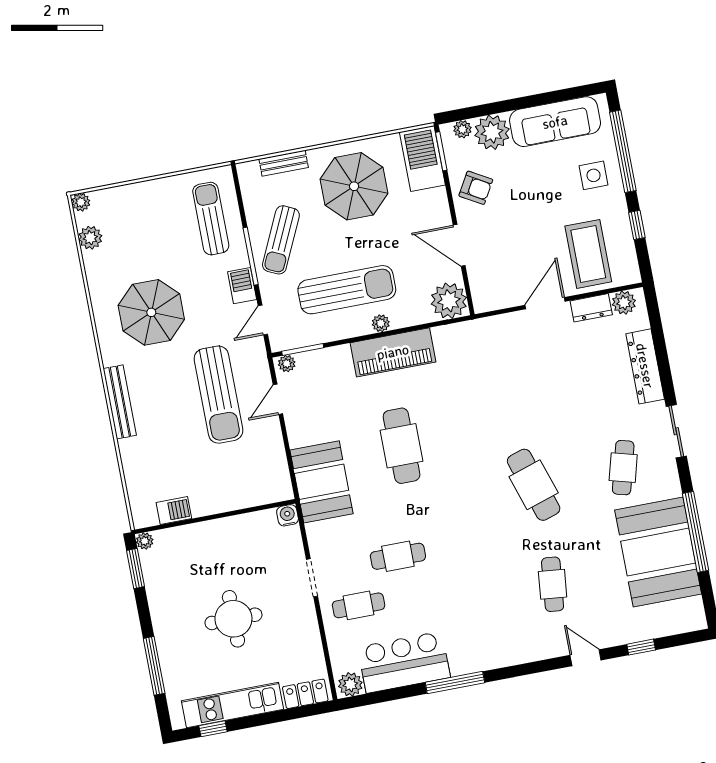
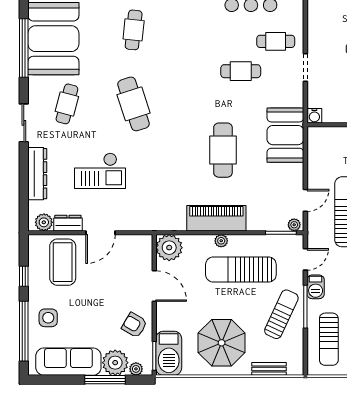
window: (501, 107) -> (105, 380), added
checkout: (562, 386) -> (100, 171), added

